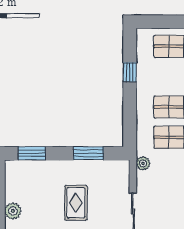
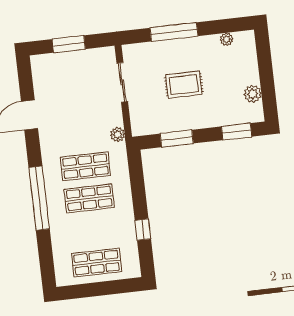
rug: (76, 203) -> (184, 85), turned 90
plant: (13, 211) -> (253, 94), moved

